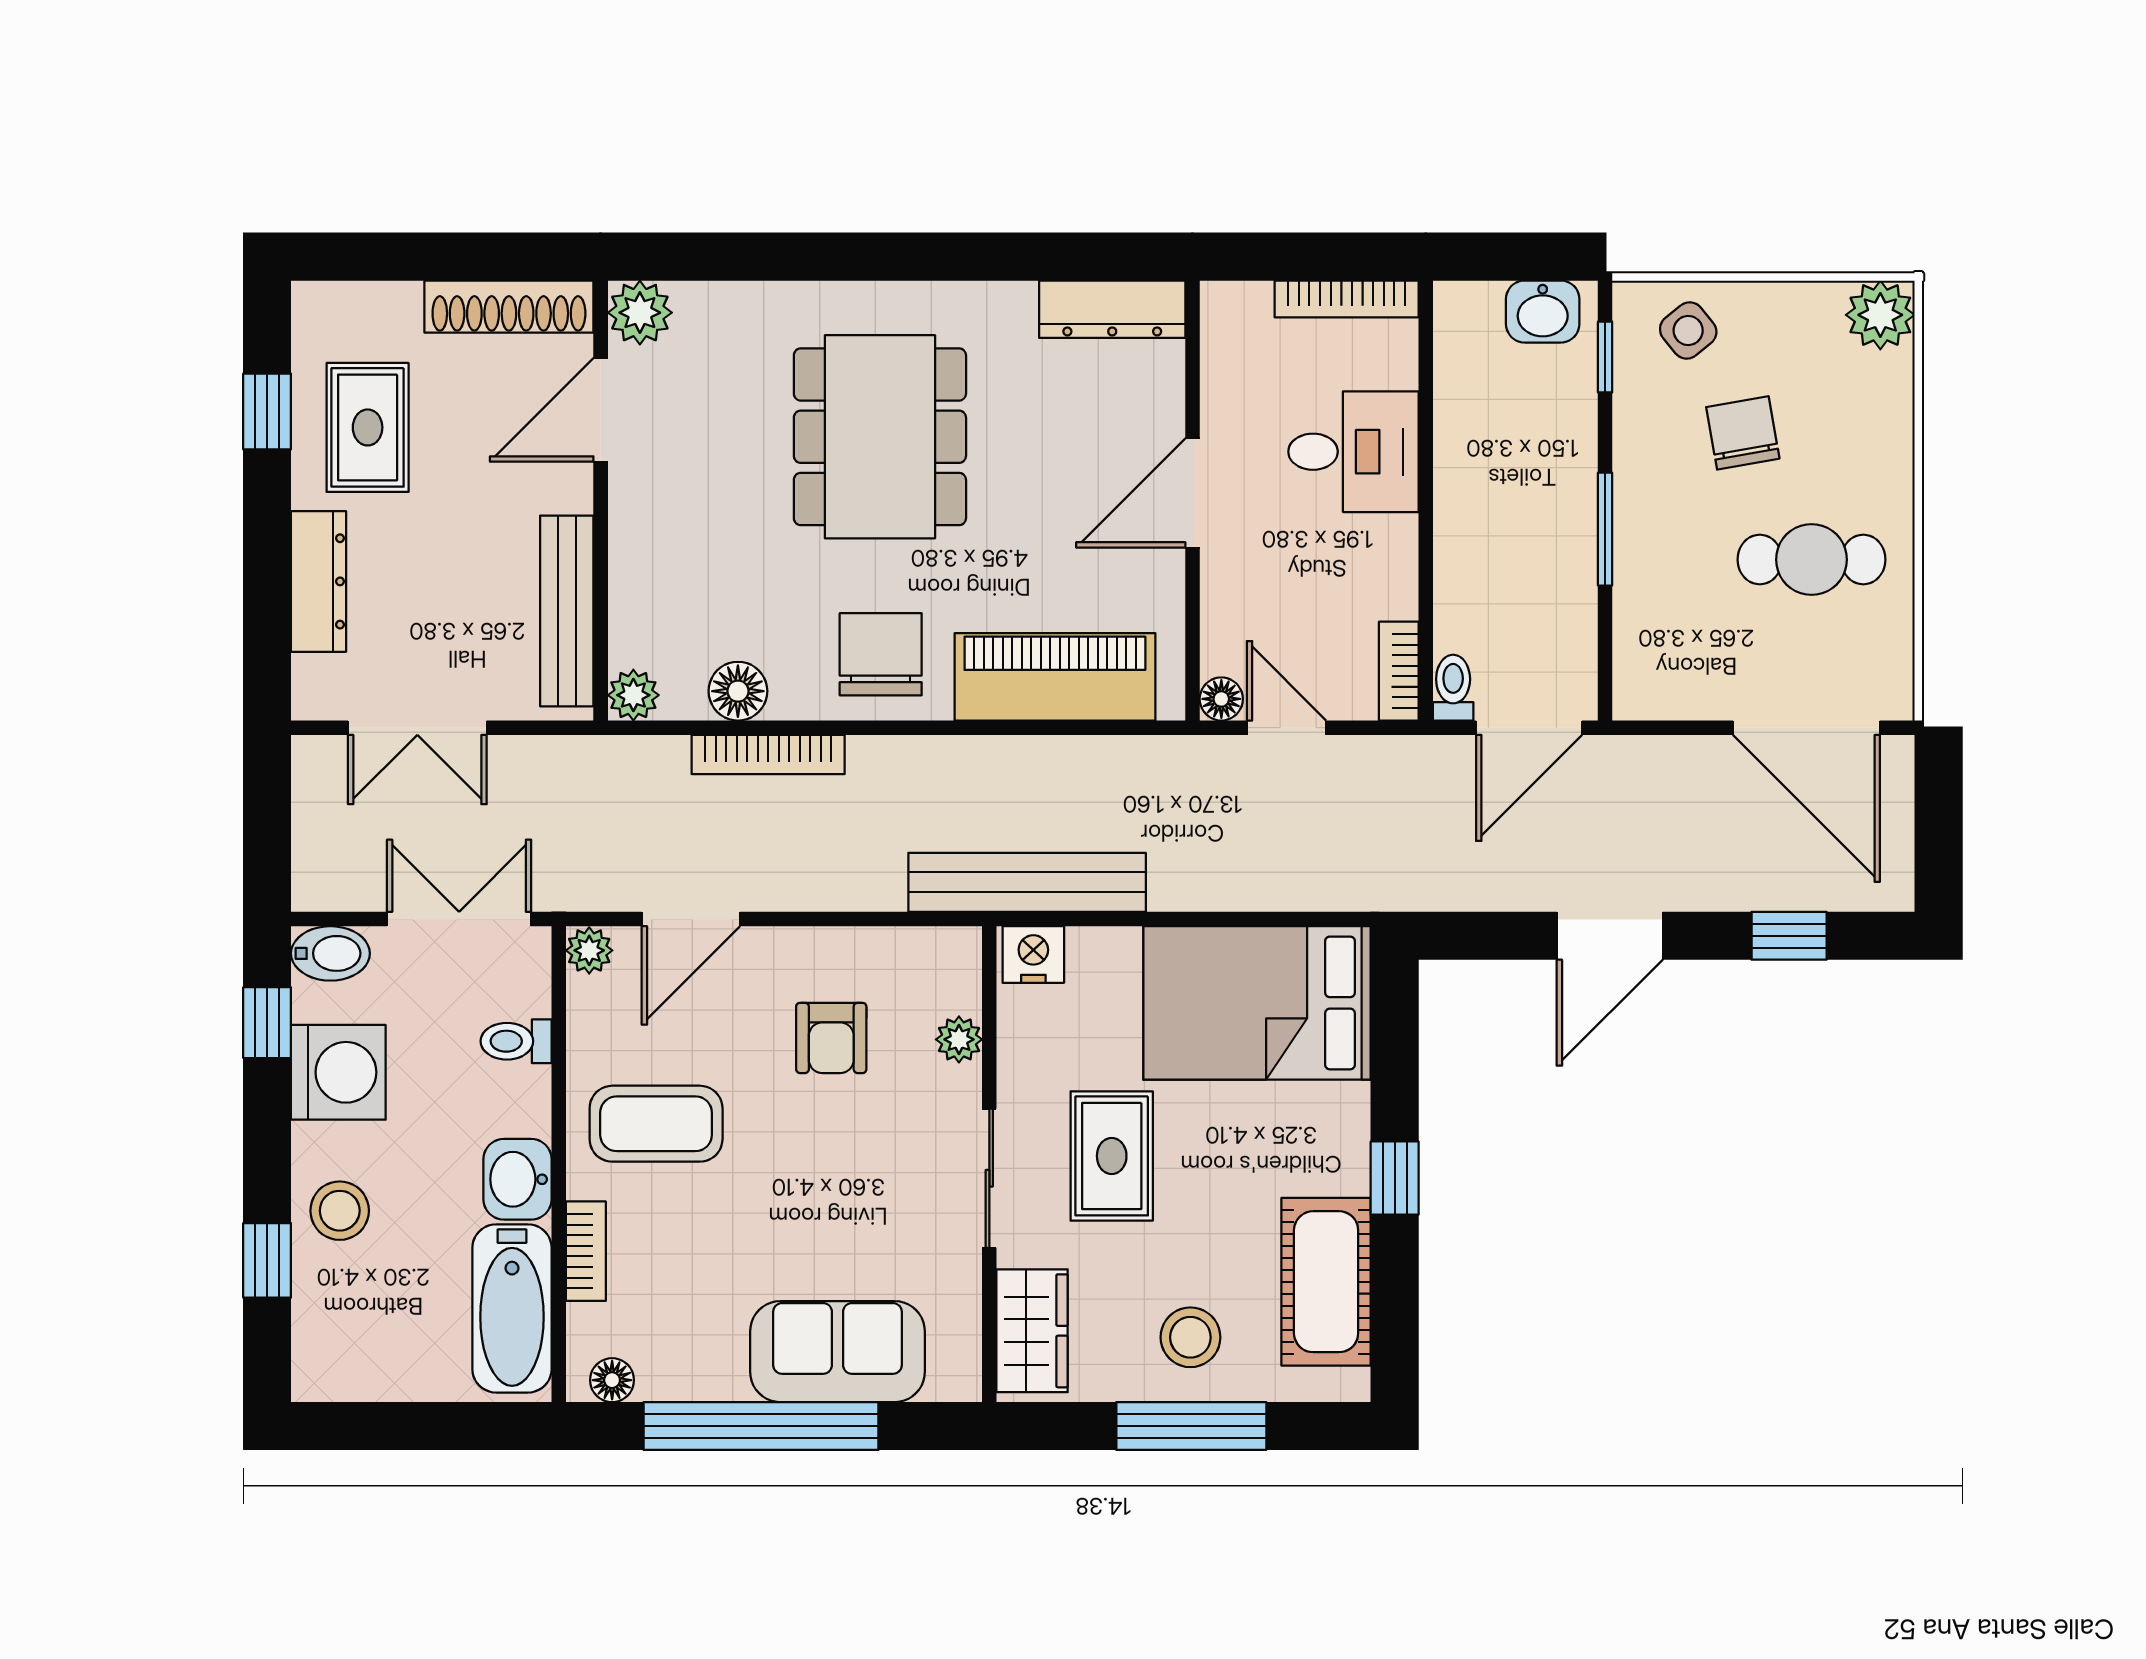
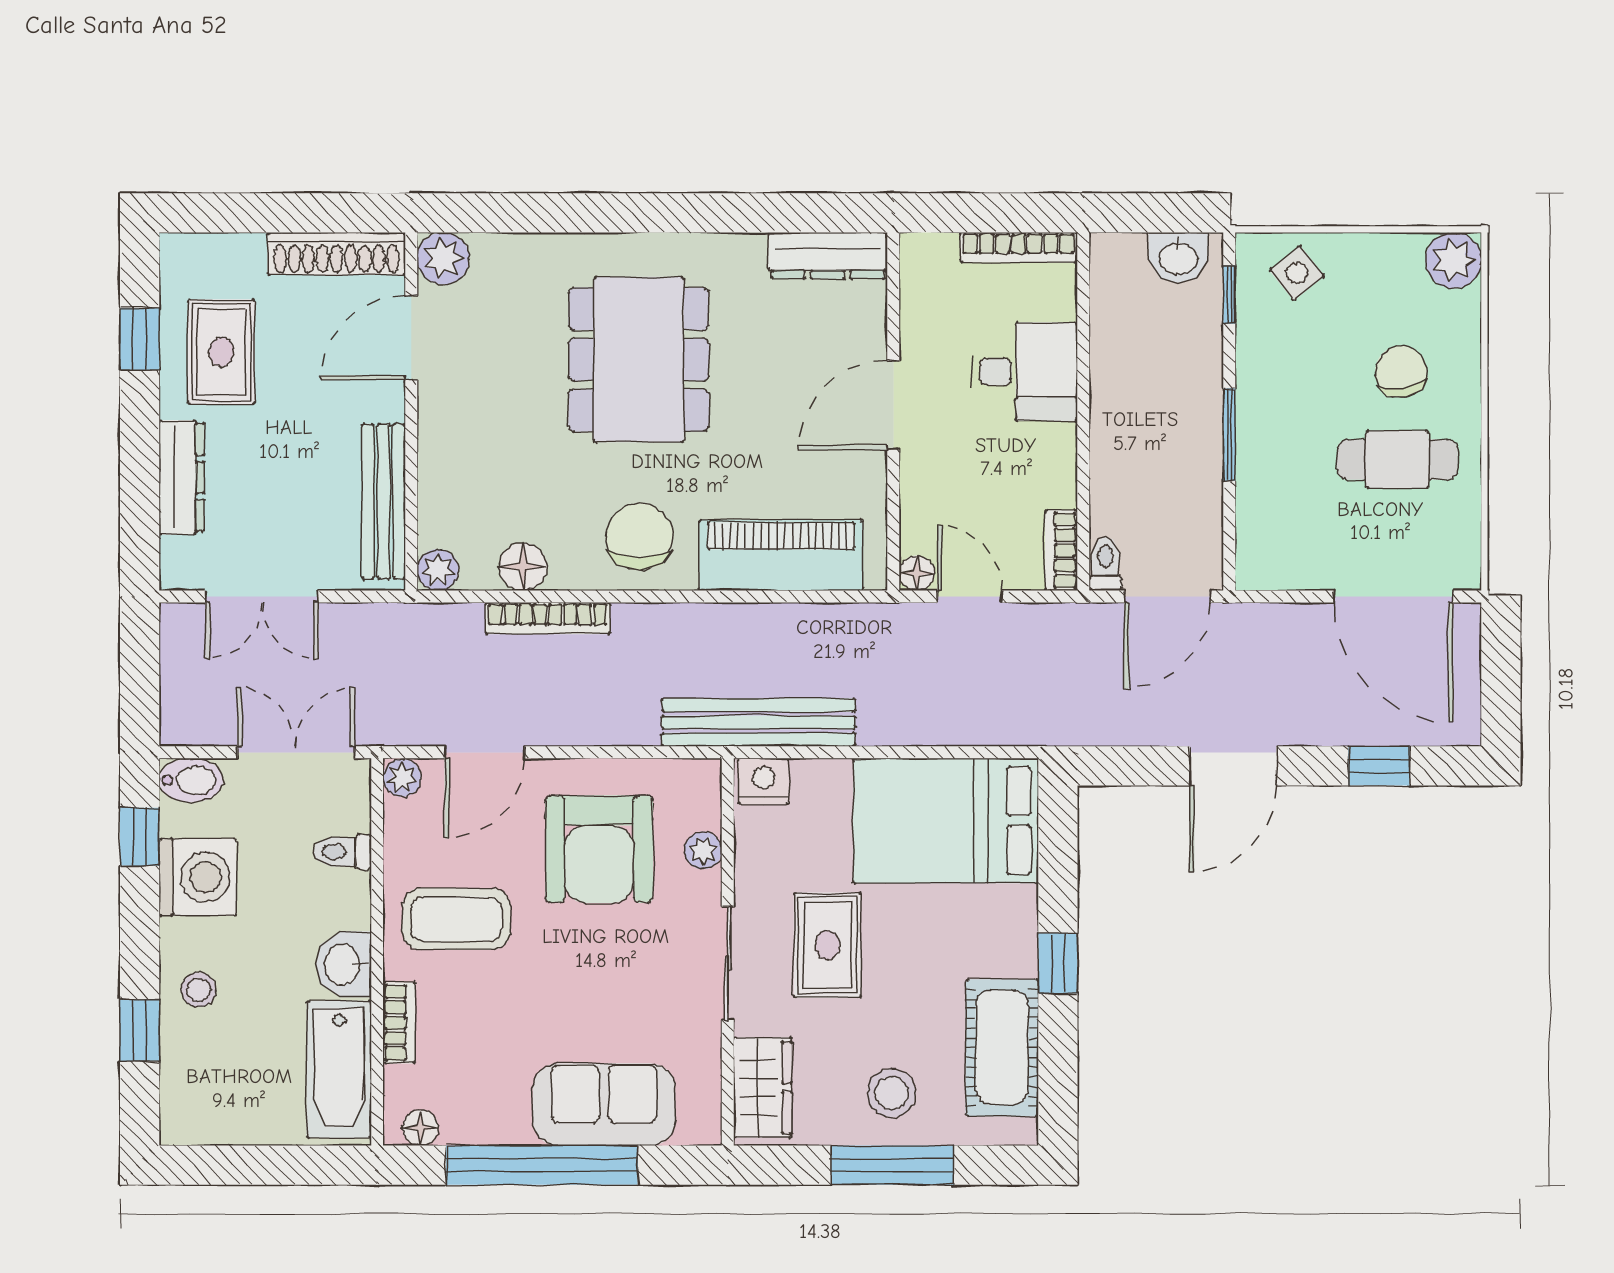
chair: (1743, 433) -> (1401, 372), moved
armchair: (831, 1038) -> (599, 849), width x1.88, depth x1.88
stool: (340, 1211) -> (199, 990), width x0.73, depth x0.73

